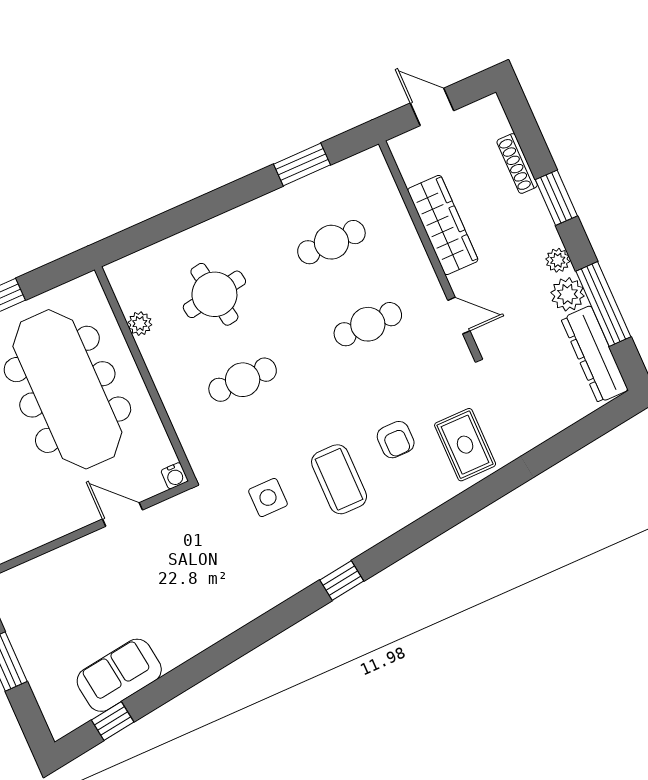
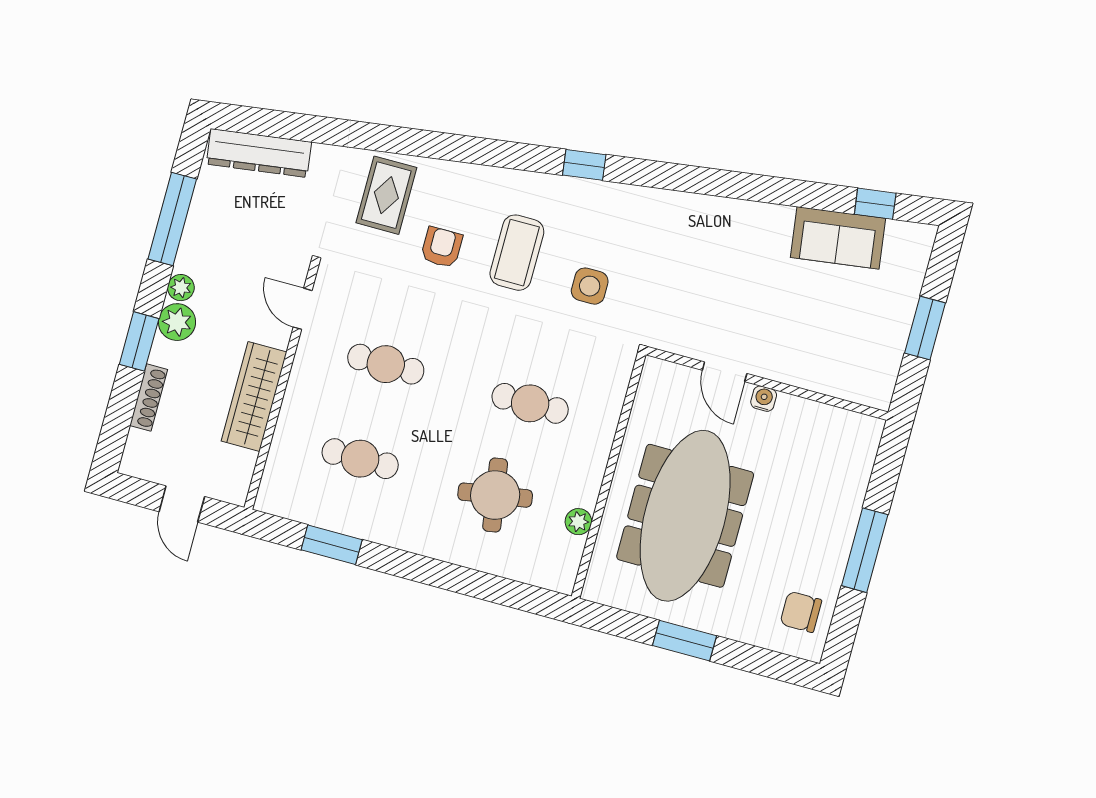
plant: (568, 294) -> (177, 322), moved
dresser: (595, 354) -> (259, 153), moved, turned 82
water cooler: (175, 476) -> (764, 399), moved

